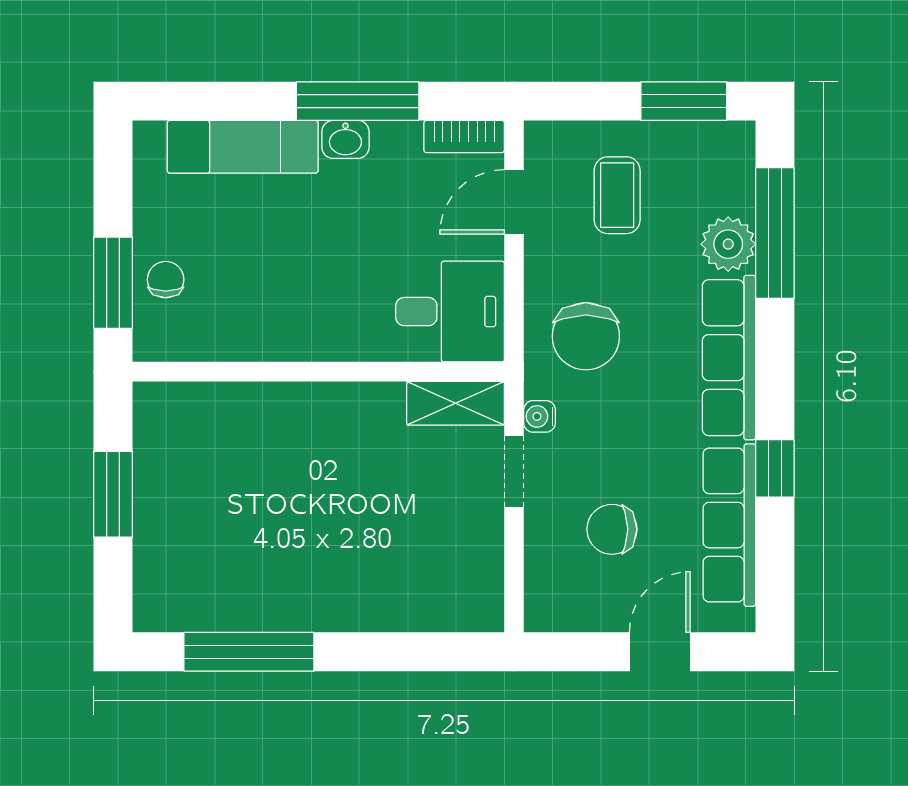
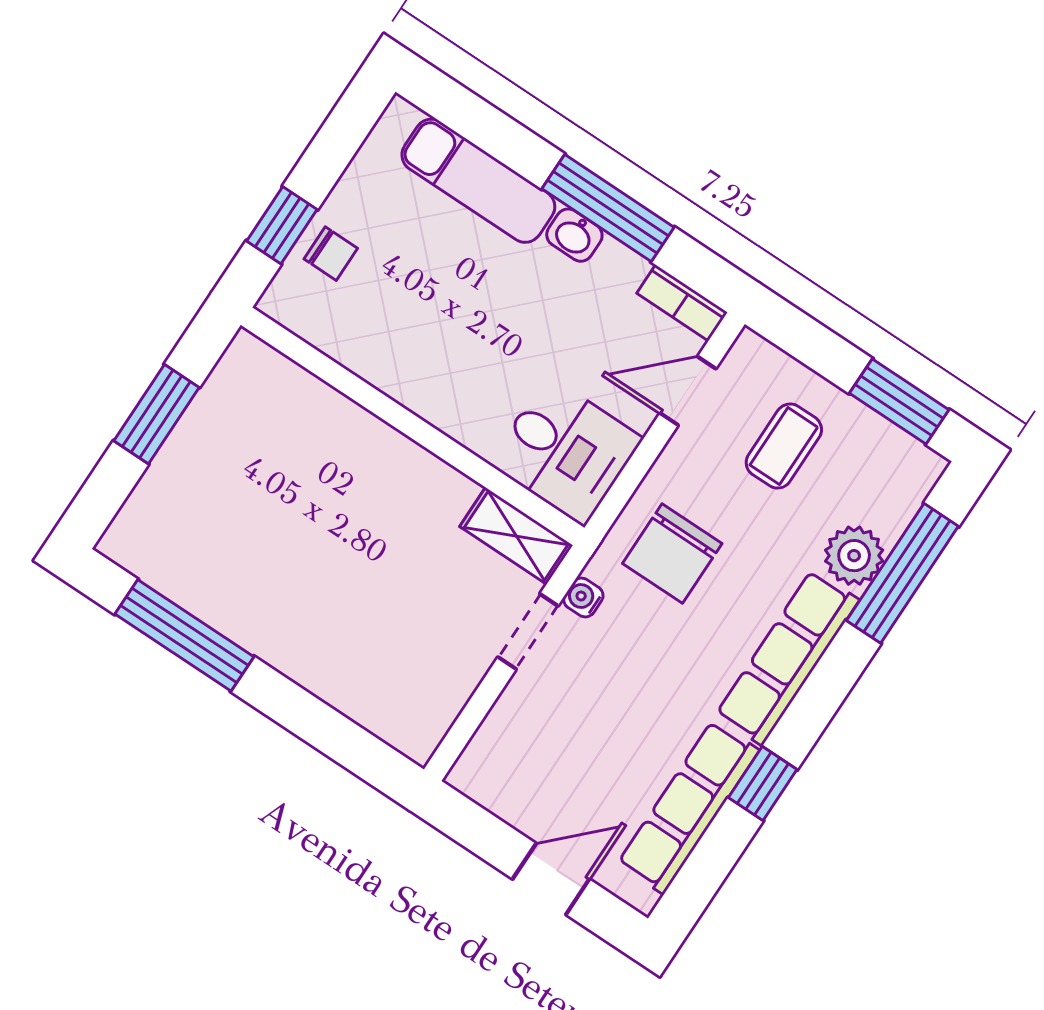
chair: (166, 280) -> (331, 254), turned 90
window: (113, 283) -> (282, 225), width x0.67
chair: (612, 529) -> (581, 741), removed

